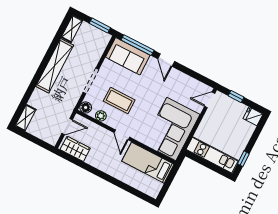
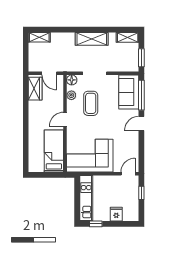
shelving: (55, 66) -> (92, 39), width x0.68
door: (210, 100) -> (128, 174), hinge flipped
fridge: (253, 116) -> (116, 214), moved

